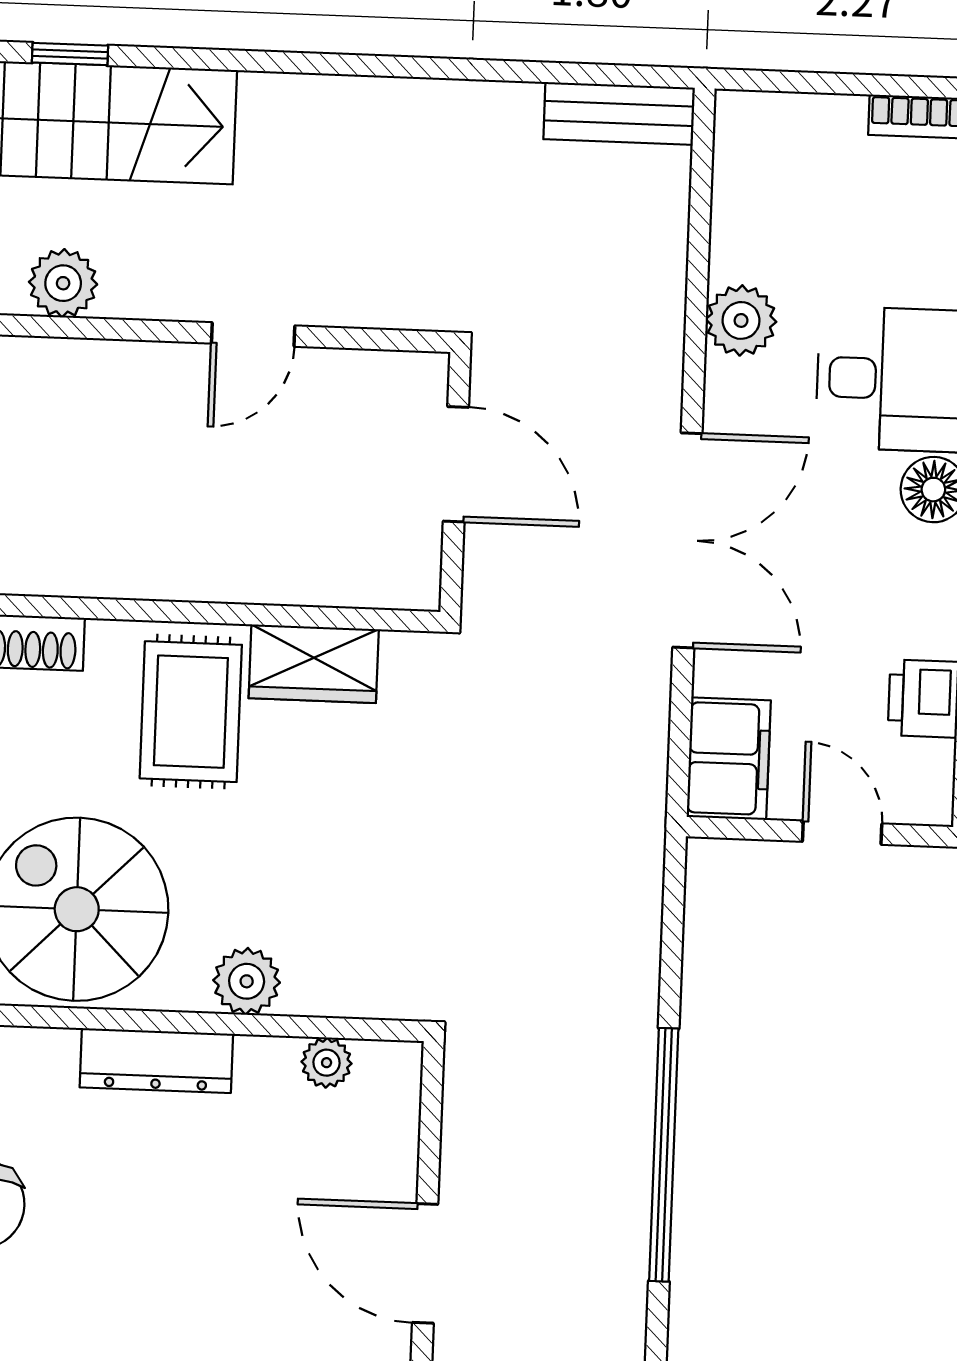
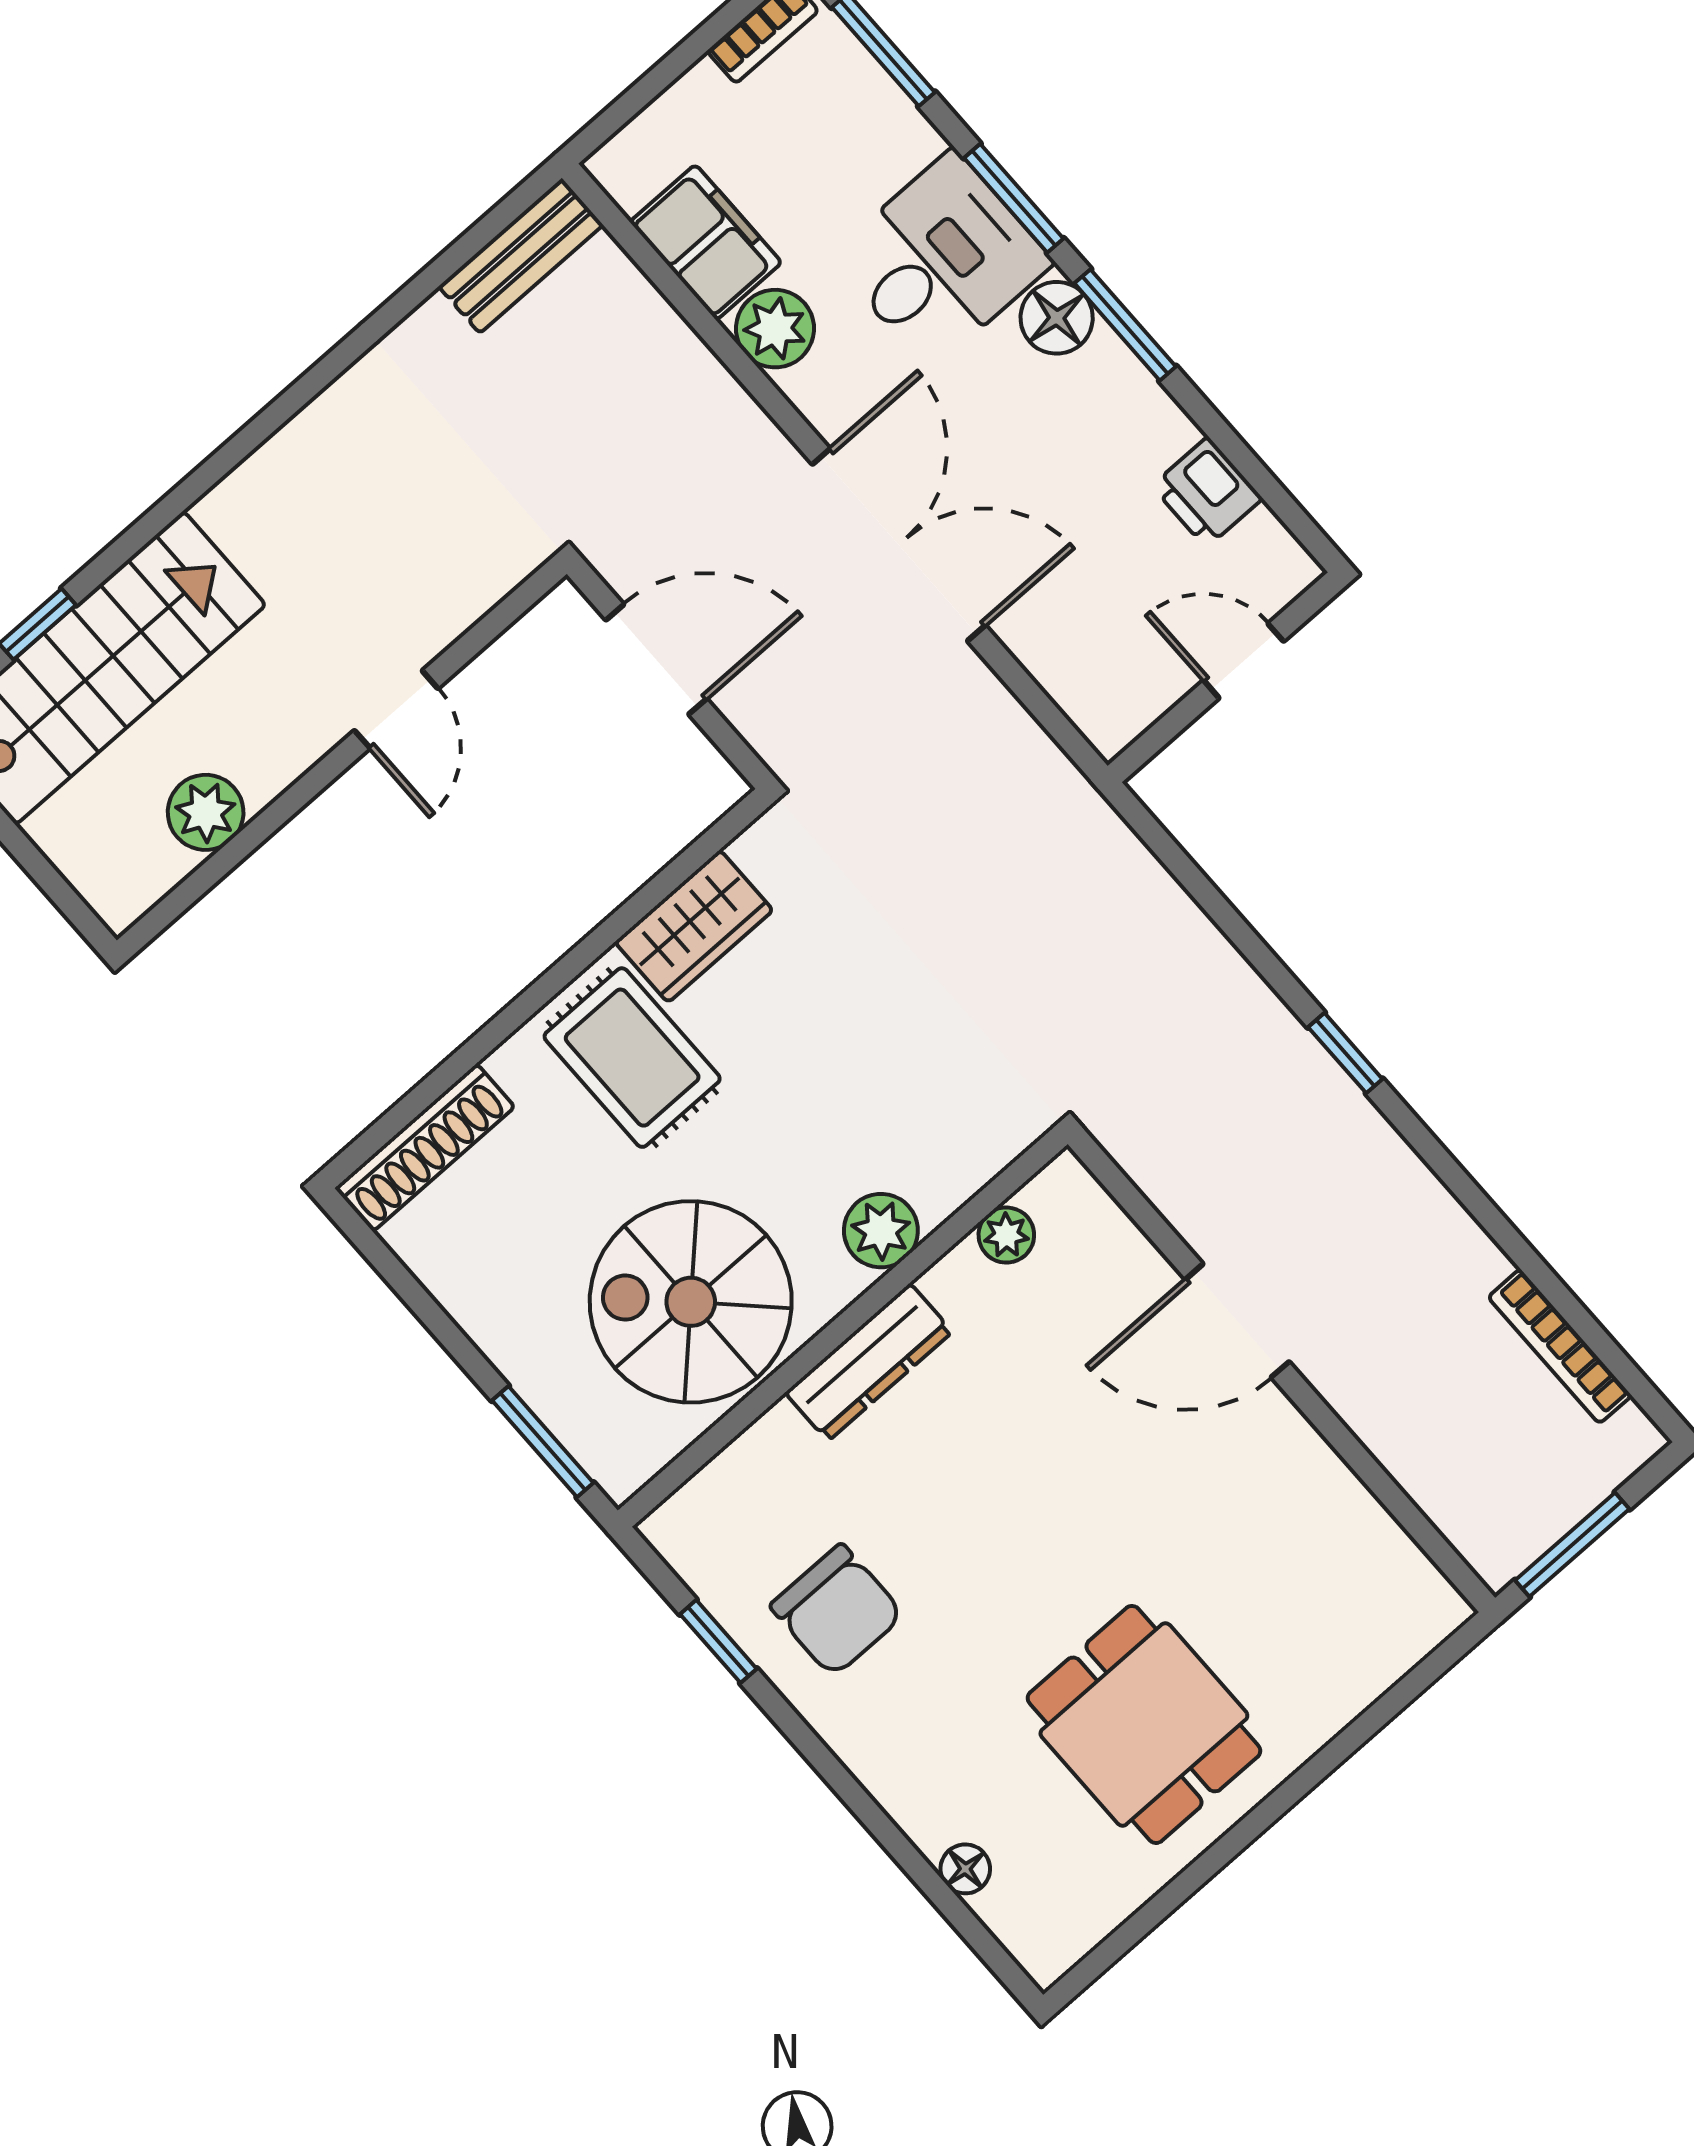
filing cabinet: (729, 759) -> (706, 242), moved
window: (664, 1155) -> (1345, 1053), width x0.32

